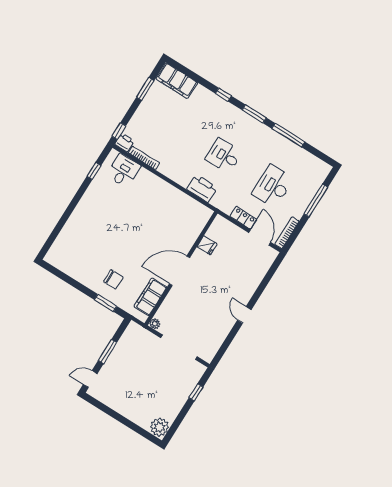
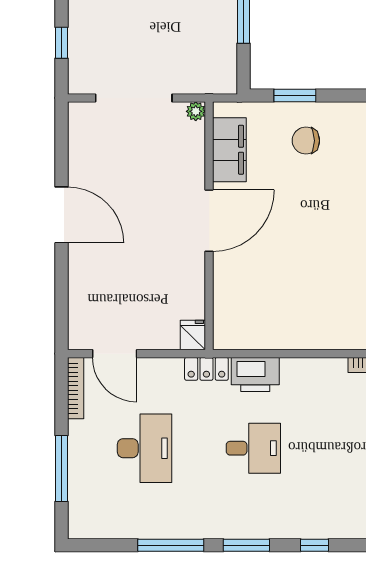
locker: (243, 218) -> (206, 369), moved
fridge: (207, 245) -> (193, 335), moved, turned 90
door: (244, 315) -> (62, 215), width x1.88

